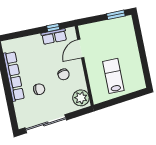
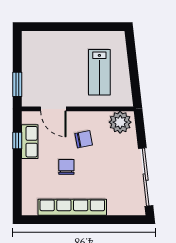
window: (116, 15) -> (17, 84), moved
lab bench: (113, 76) -> (99, 72), turned -90
chair: (39, 89) -> (66, 167), moved

